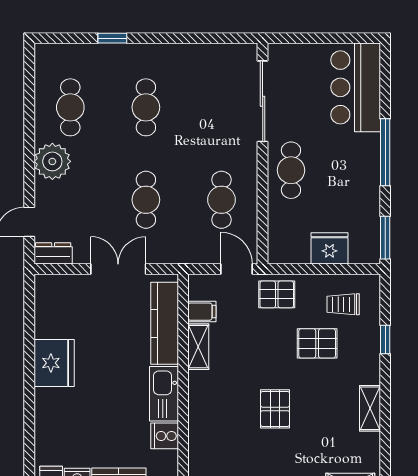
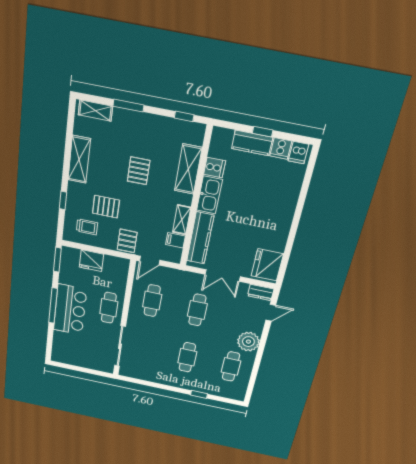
bar counter: (356, 87) -> (70, 310), moved
door: (237, 269) -> (150, 261), hinge flipped
pallet: (277, 294) -> (127, 241), turned 90
fridge: (54, 363) -> (267, 265), moved
shelving: (370, 408) -> (79, 159), width x1.50, depth x1.33
shelving: (202, 426) -> (188, 169), added

